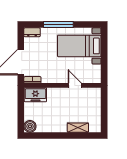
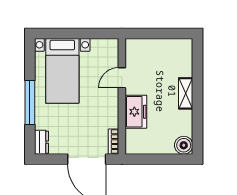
freezer: (35, 95) -> (136, 112), moved
shelving: (78, 128) -> (186, 93), moved

